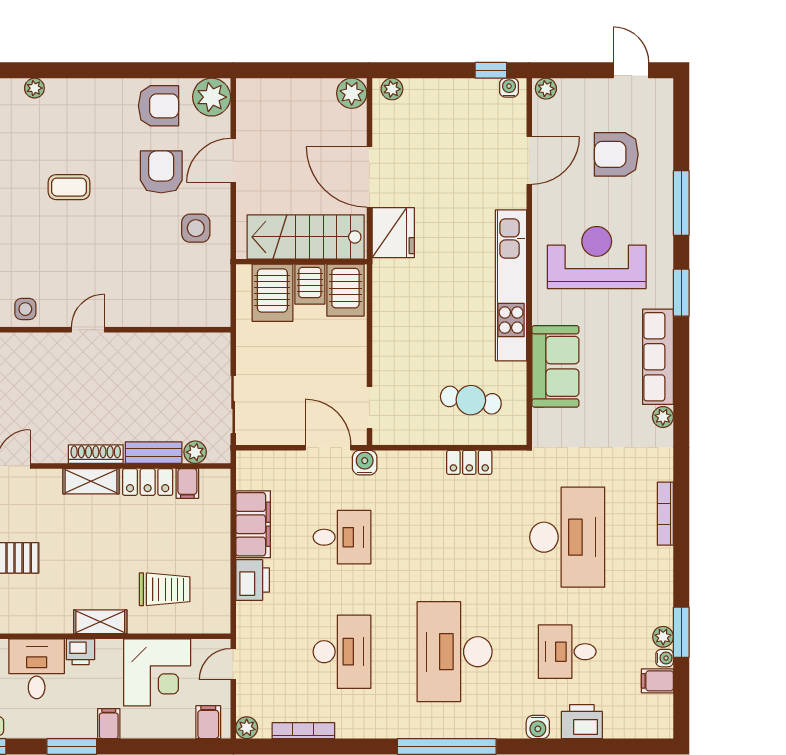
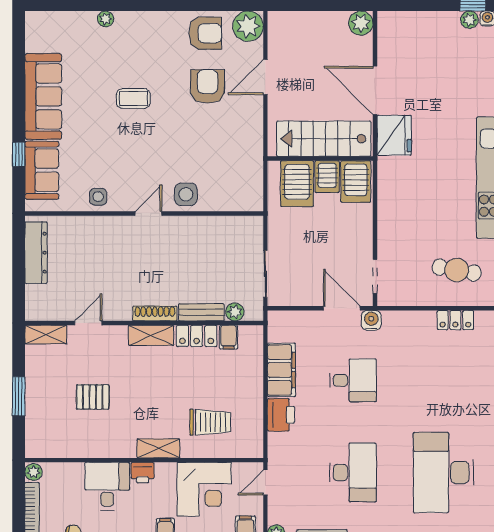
plant: (392, 89) -> (469, 20), moved
side table: (196, 228) -> (186, 194), moved

